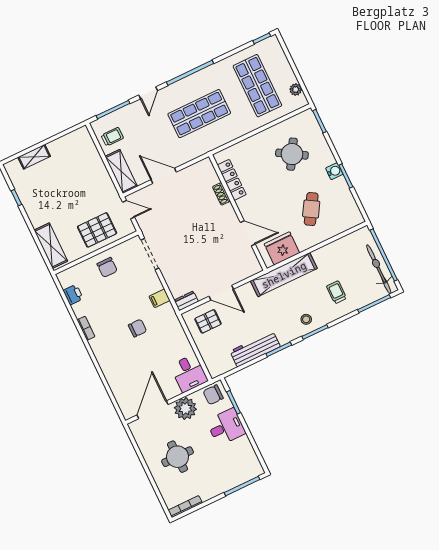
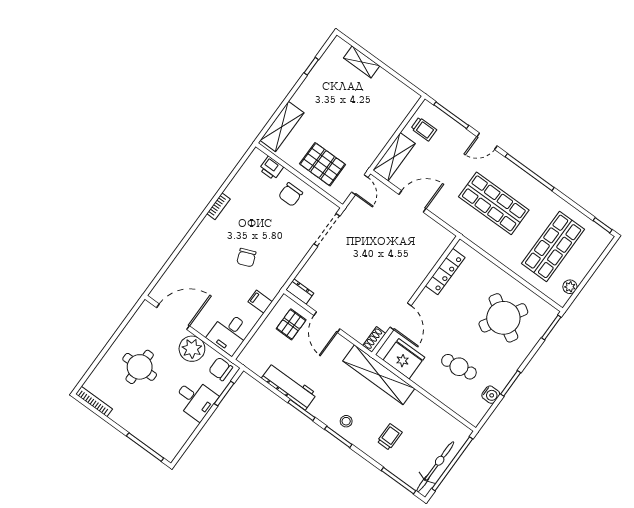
round table: (292, 154) -> (503, 318), width x1.36, depth x1.36
water cooler: (334, 171) -> (491, 395), moved
door: (164, 176) -> (412, 201), hinge flipped
shoe rack: (221, 194) -> (374, 339), moved
cafe table: (311, 209) -> (459, 367), turned 52
printer: (73, 295) -> (271, 168), moved, turned 90
filing cabinet: (159, 298) -> (260, 302), moved
pallet: (208, 321) -> (291, 324), turned 90
chair: (138, 328) -> (246, 258), turned 68

